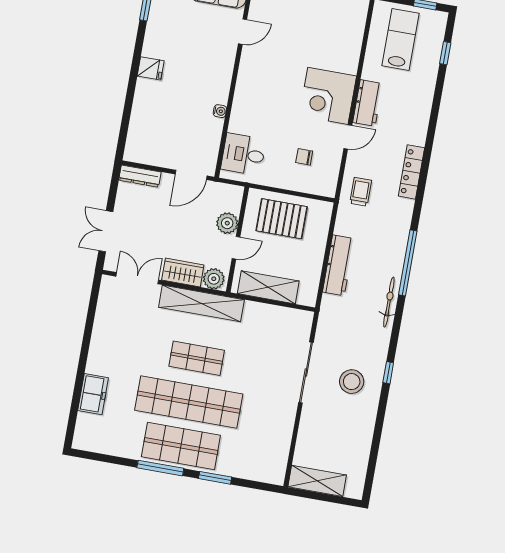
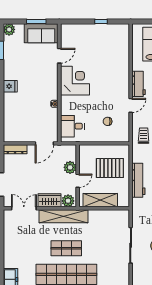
corner desk: (328, 96) -> (75, 81), moved, turned 180
pallet: (282, 219) -> (110, 168), moved

